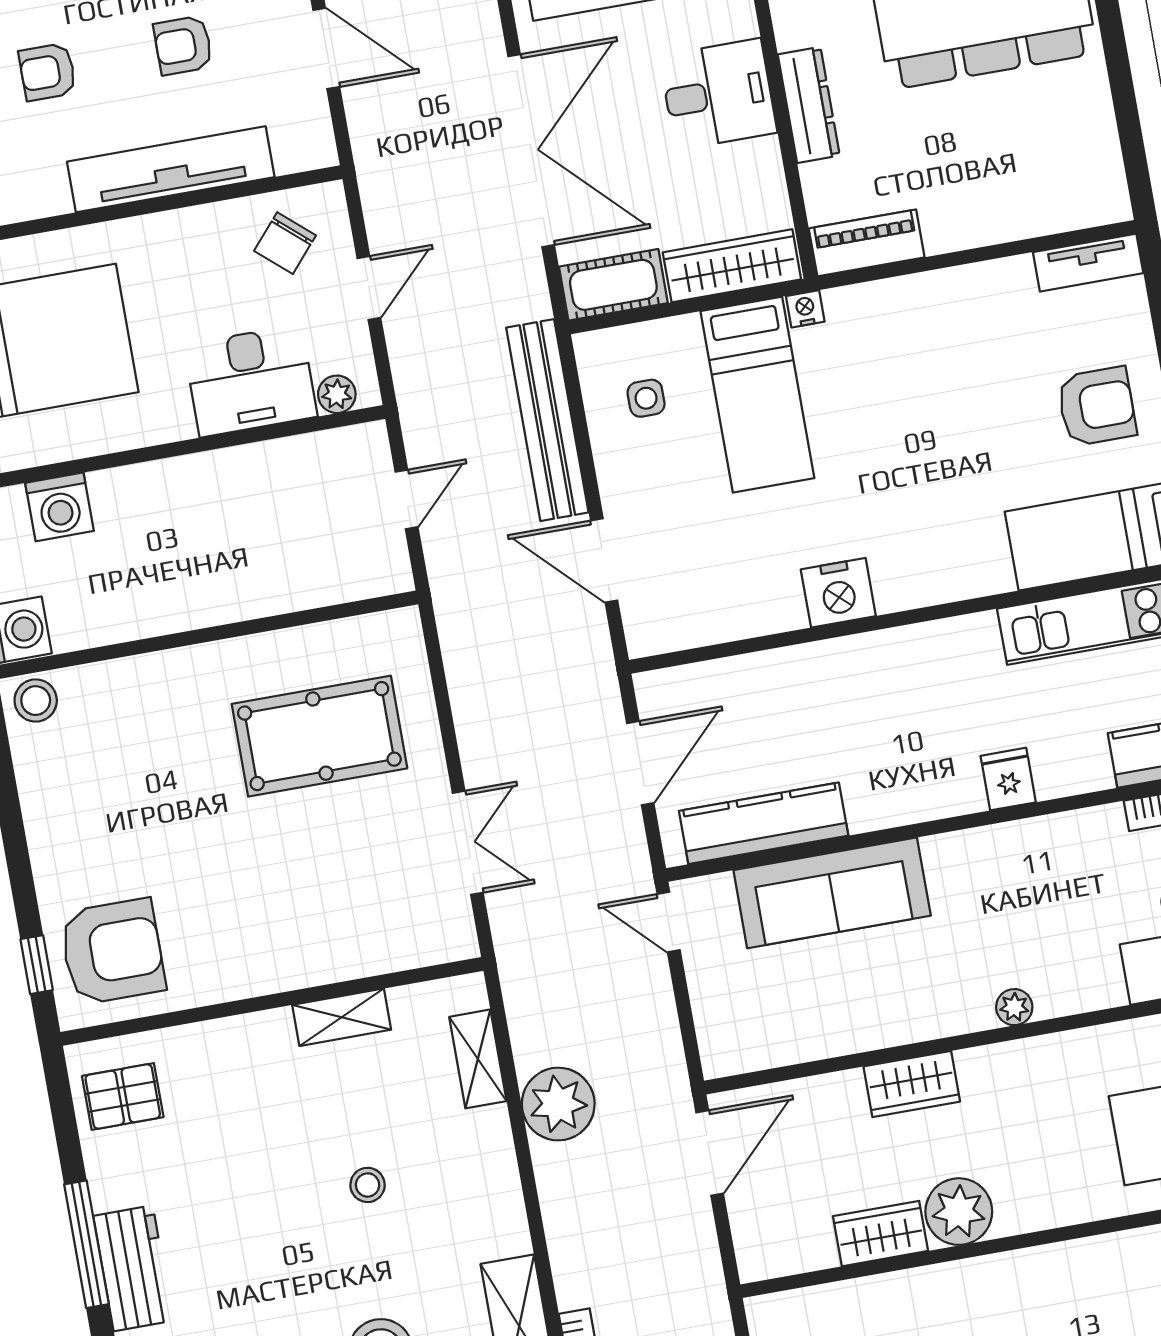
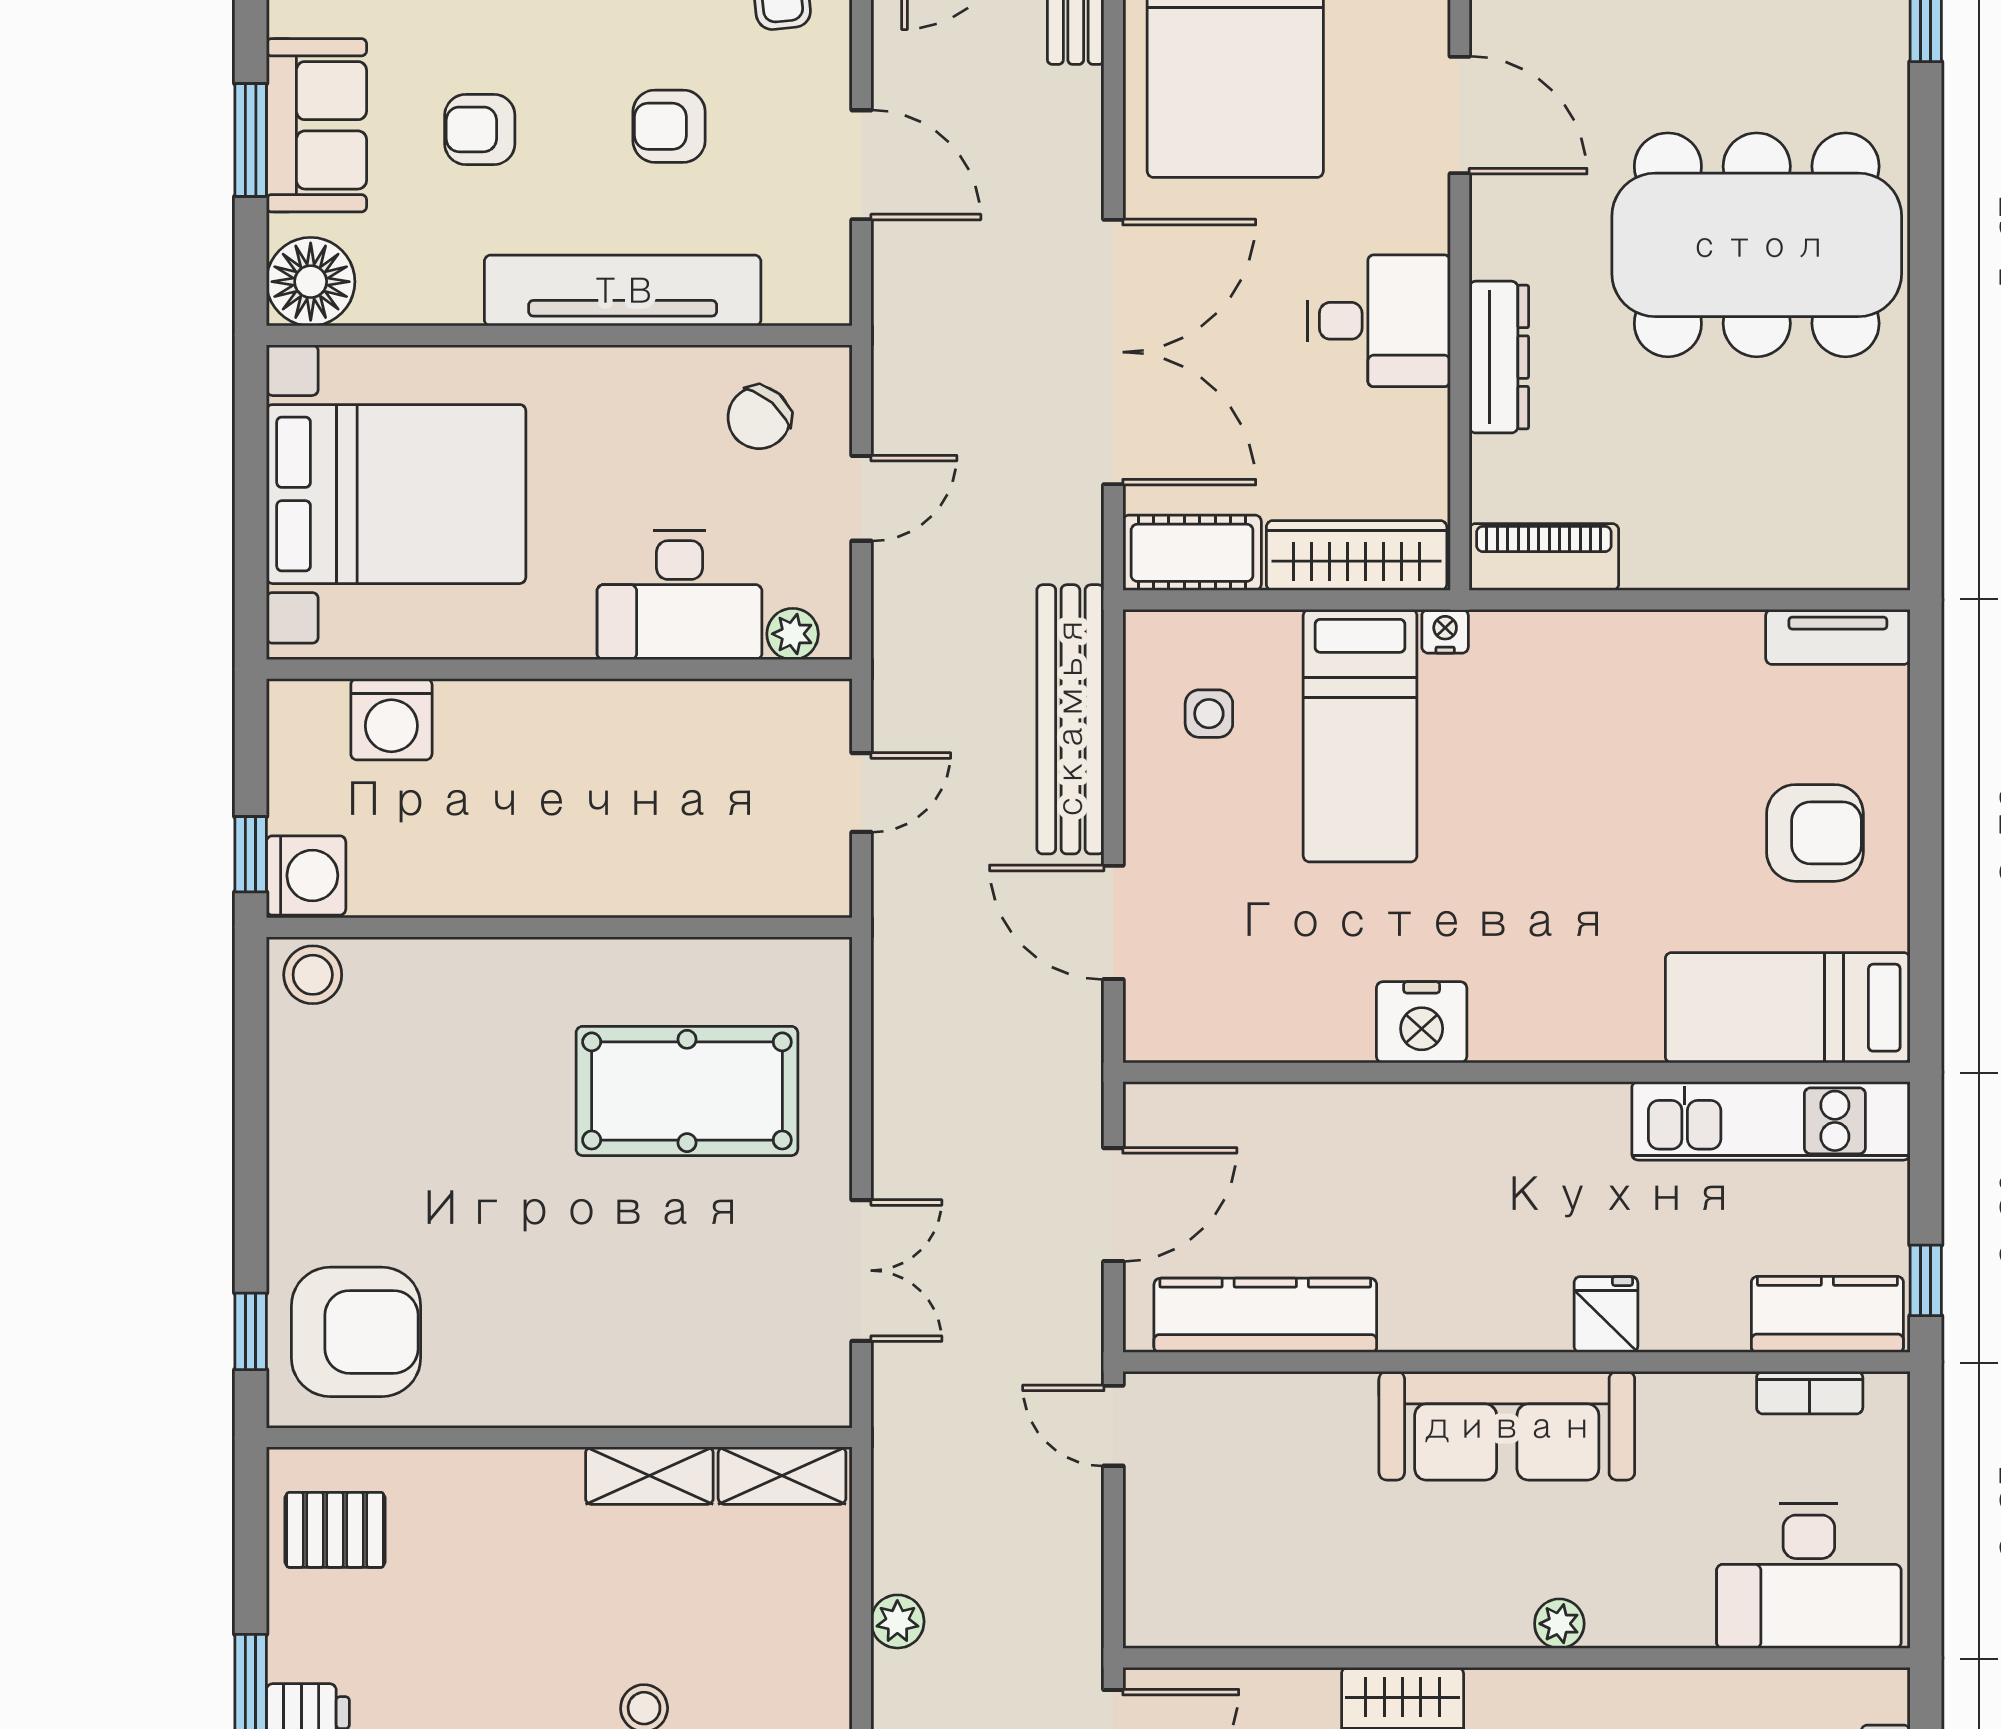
sofa: (832, 893) -> (1507, 1426), moved
shelving: (478, 1059) -> (782, 1476), moved, turned 90
plant: (558, 1104) -> (897, 1621), width x0.53, depth x0.53

